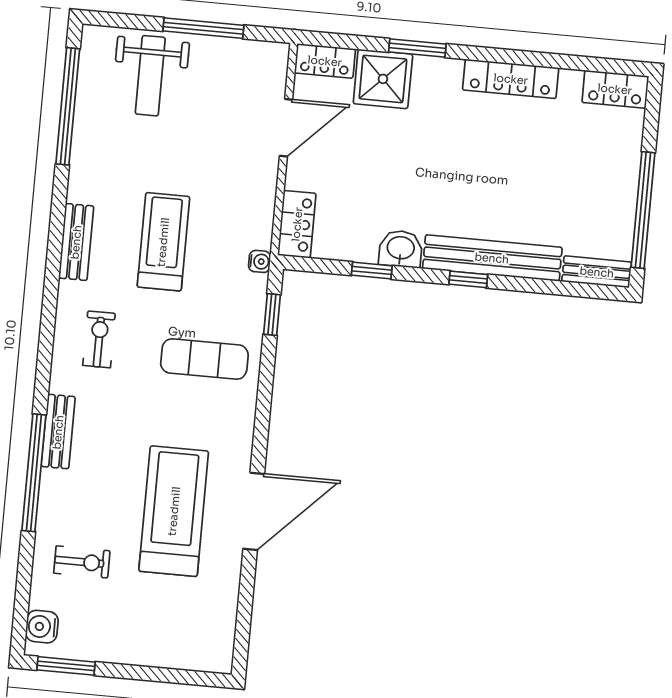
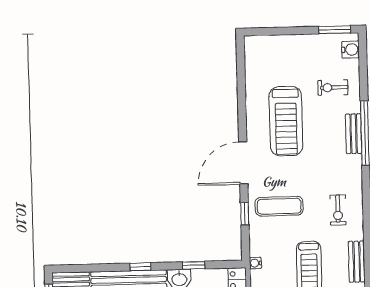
window: (272, 315) -> (245, 214), moved
bench: (58, 432) -> (354, 134), moved
door: (254, 511) -> (243, 163), moved

